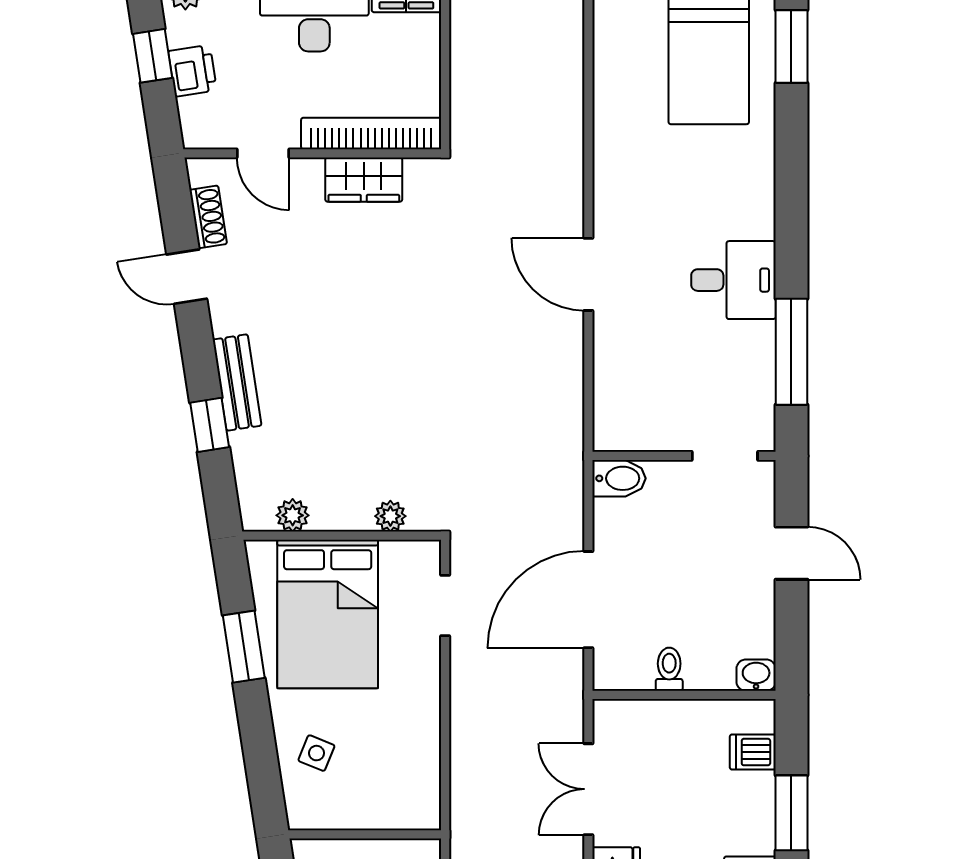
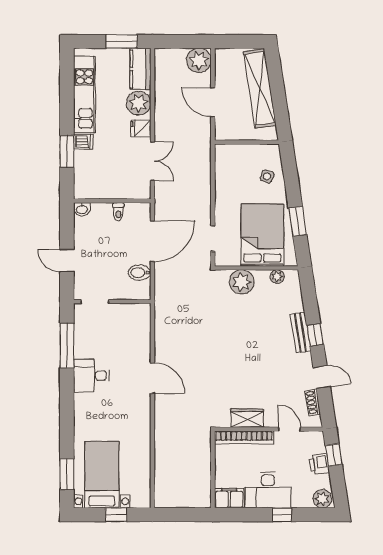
window: (153, 56) -> (334, 455), moved
window: (210, 425) -> (315, 335), moved
bidet: (619, 478) -> (140, 273), moved
plant: (390, 516) -> (242, 282), width x1.87, depth x1.87
dishwasher: (753, 752) -> (83, 142), moved

